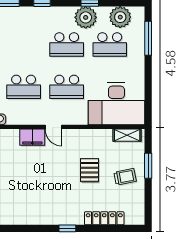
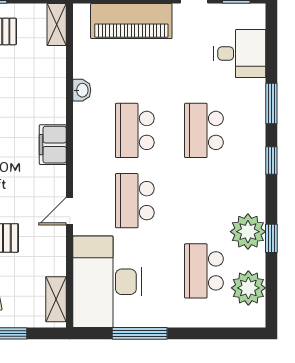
window: (148, 38) -> (140, 333), moved
school desk: (67, 44) -> (204, 130), moved
door: (53, 127) -> (70, 211), moved

